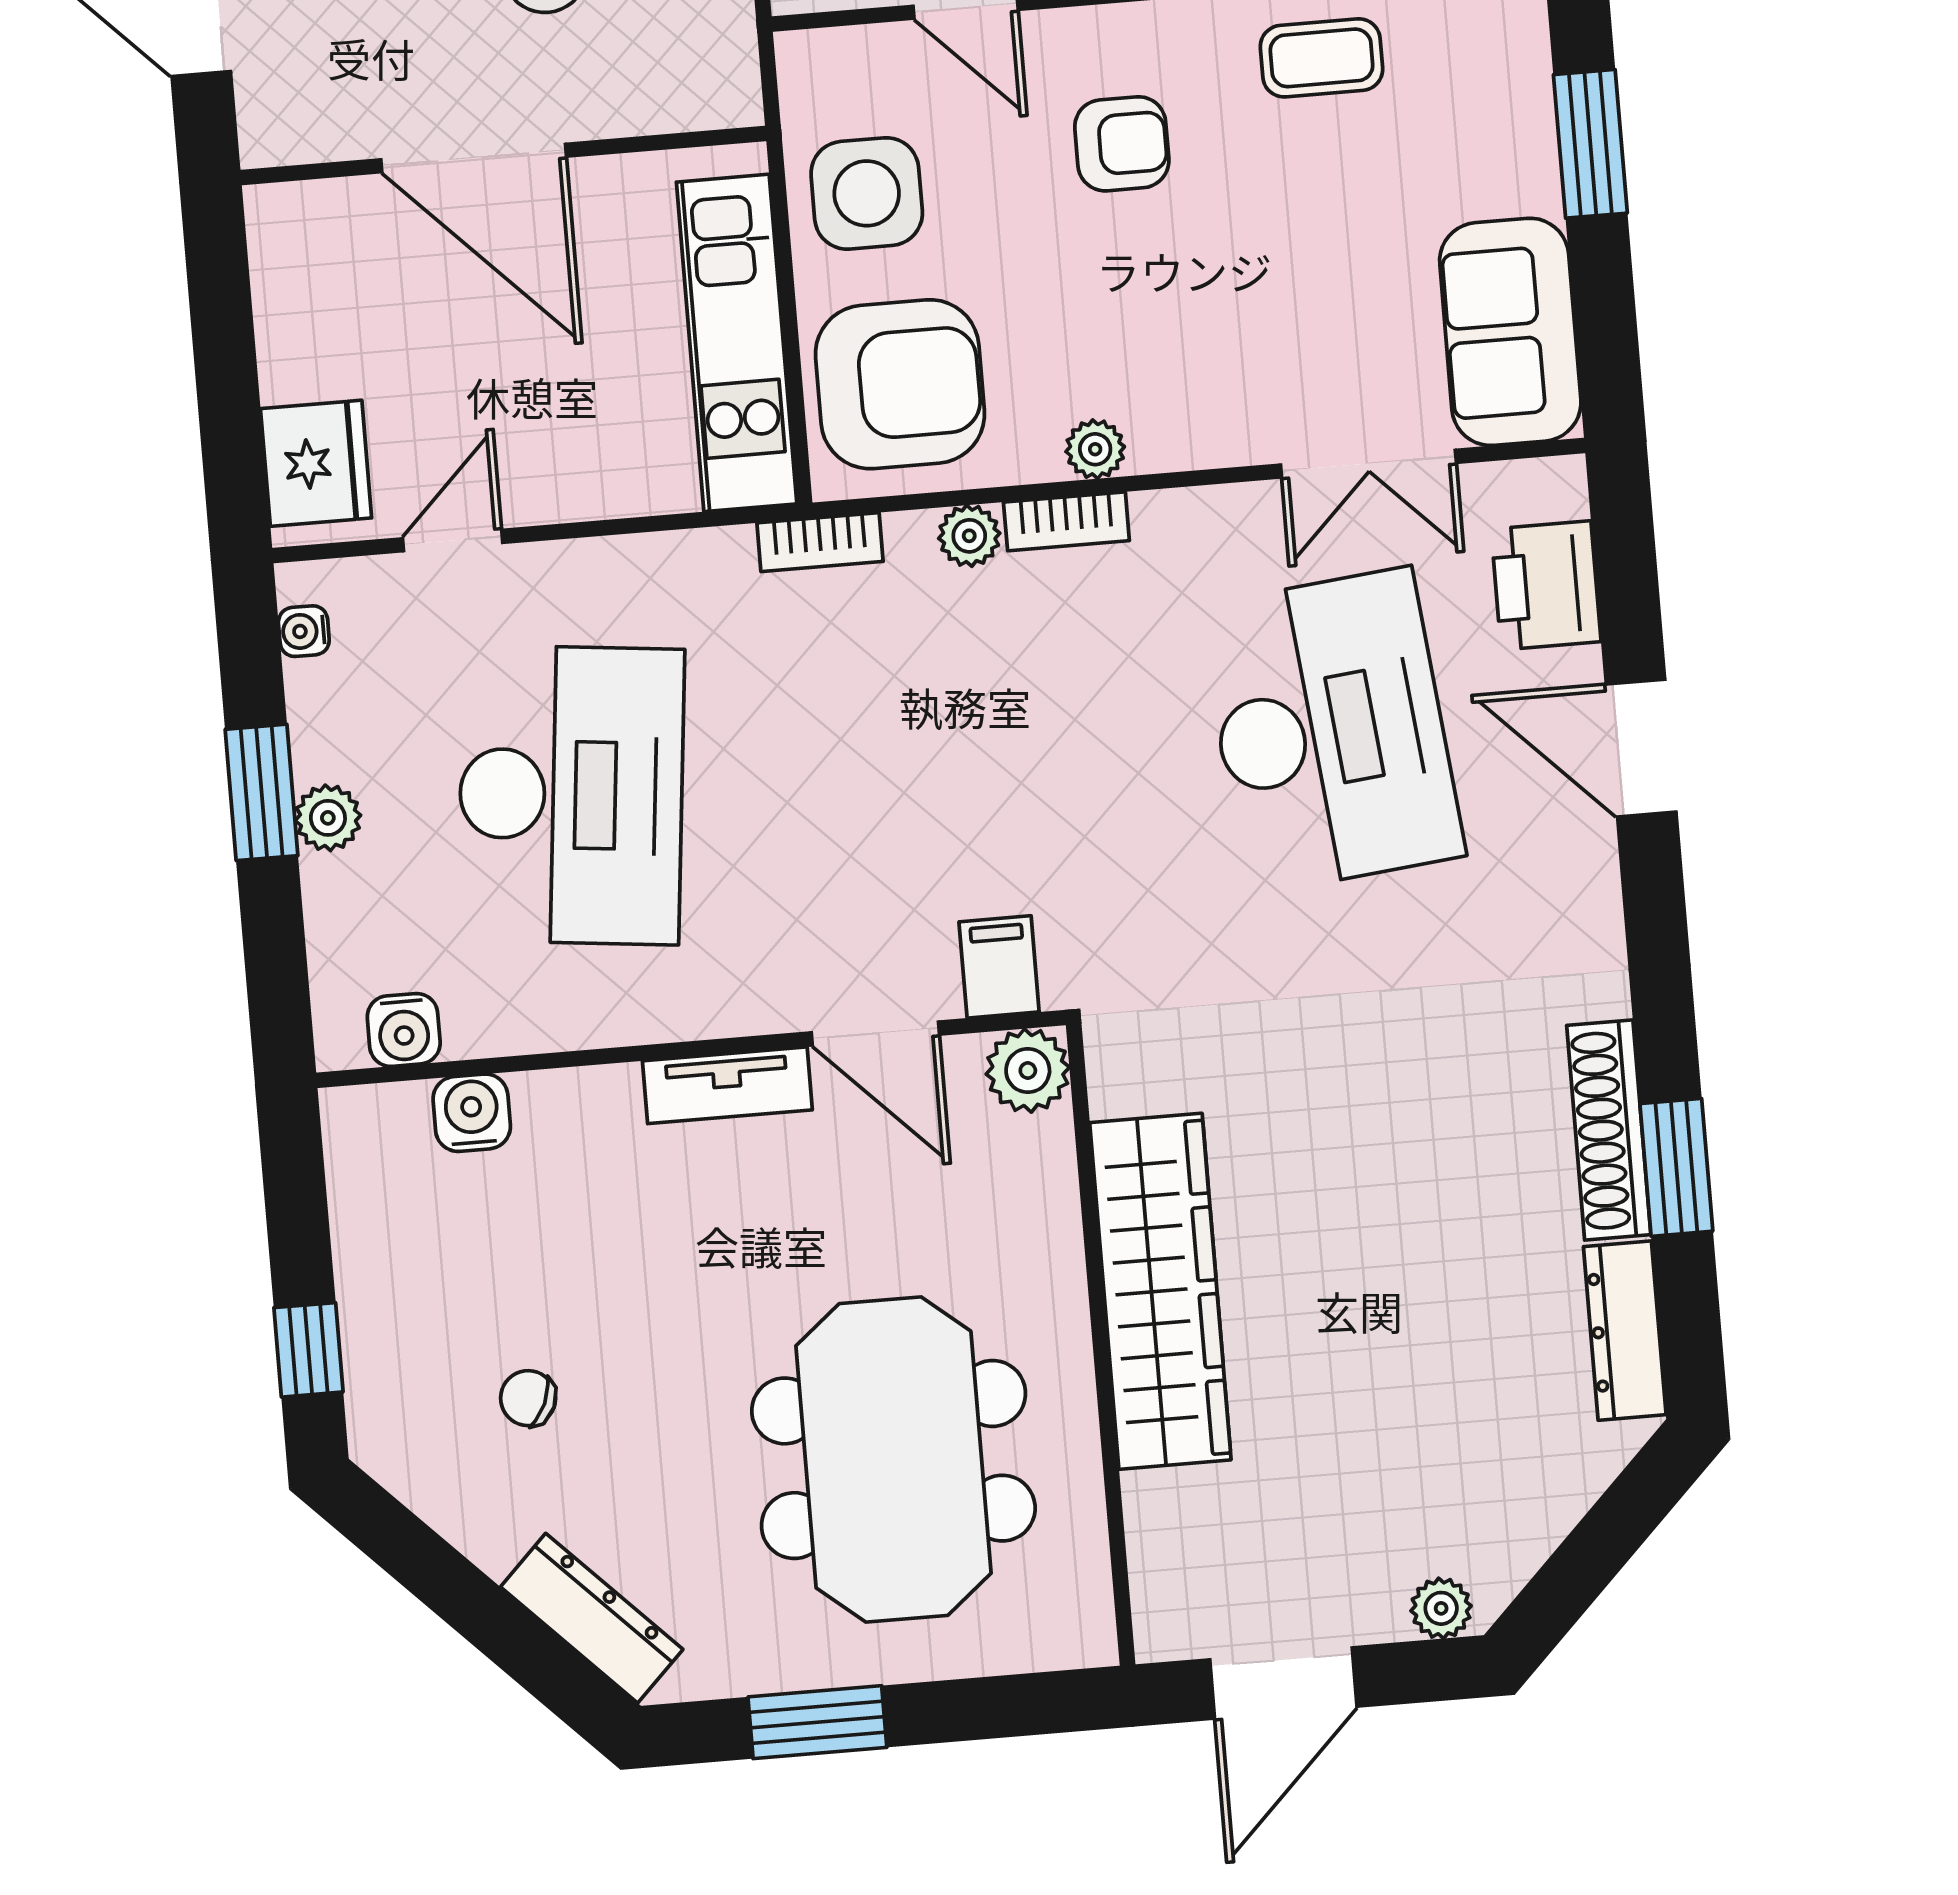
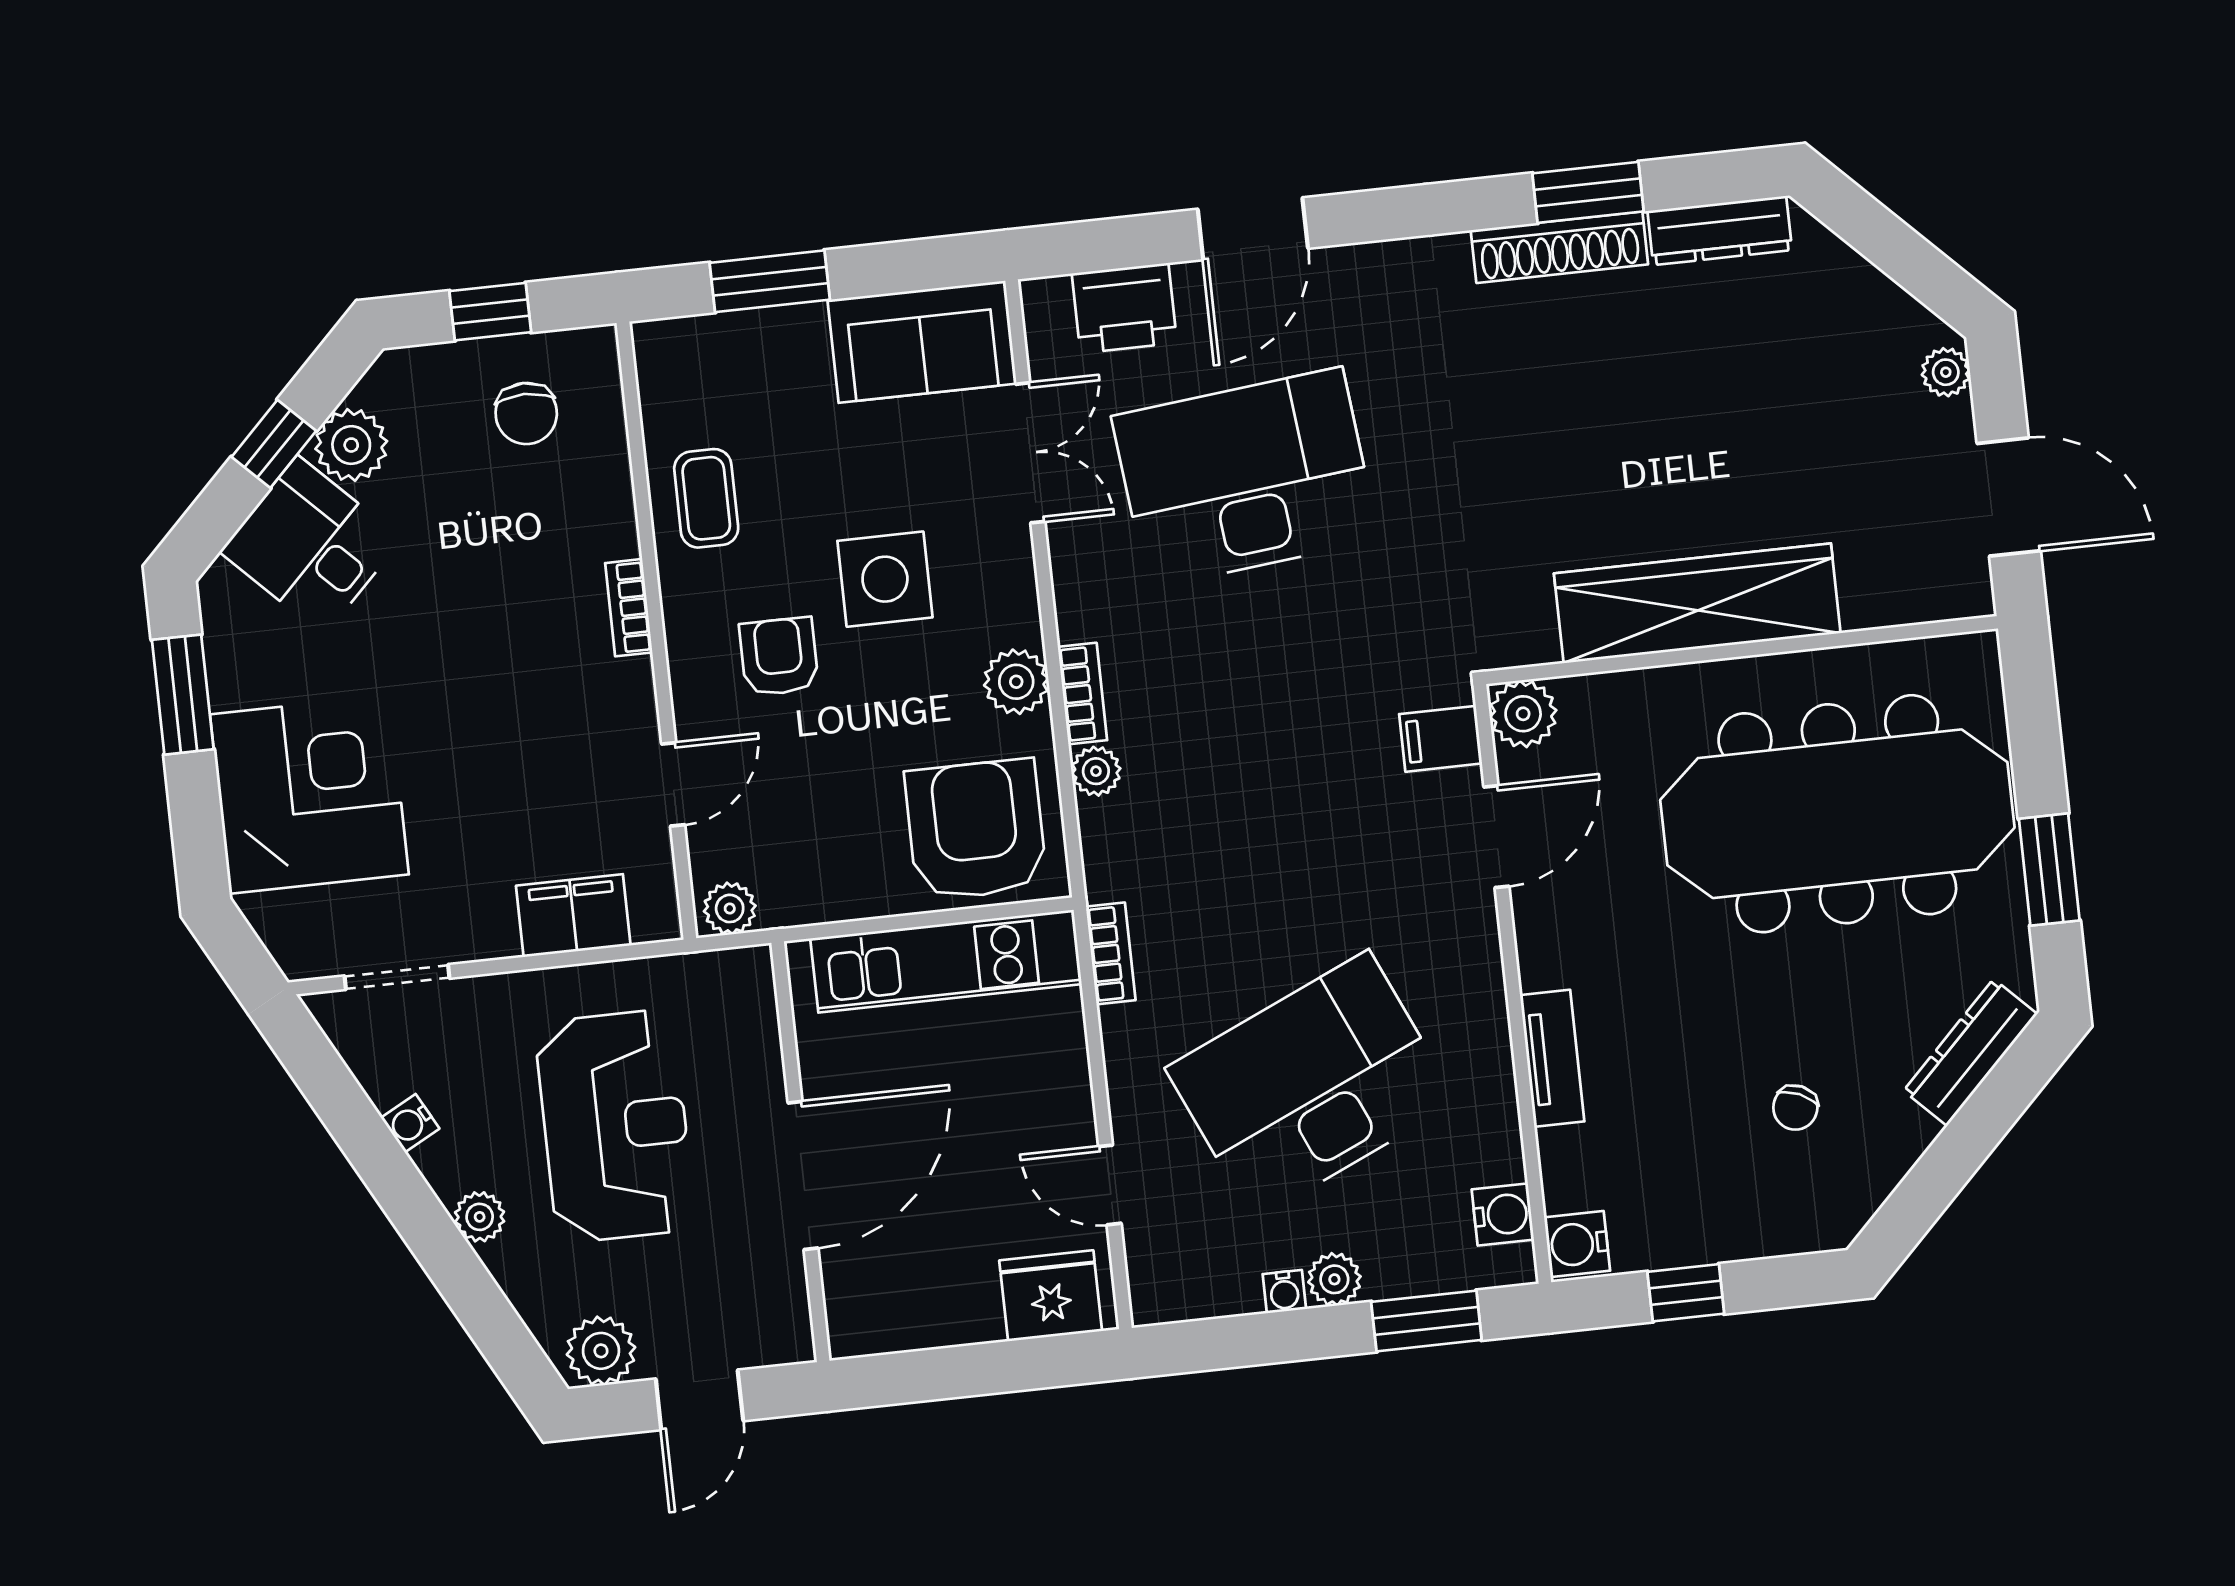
plant: (809, 75) -> (730, 908), added
side table: (867, 193) -> (885, 579), moved
plant: (1095, 449) -> (1016, 682), width x1.38, depth x1.38
bookcase: (820, 542) -> (1111, 953), moved
water cooler: (304, 631) -> (1284, 1292), moved
window: (262, 792) -> (1426, 1321), moved
desk: (571, 795) -> (1311, 1085), turned -30
tv unit: (727, 1085) -> (1552, 1058), moved
water cooler: (472, 1113) -> (1577, 1244), moved
window: (308, 1350) -> (1686, 1293), moved
meeting table: (893, 1460) -> (1837, 814), width x1.36

